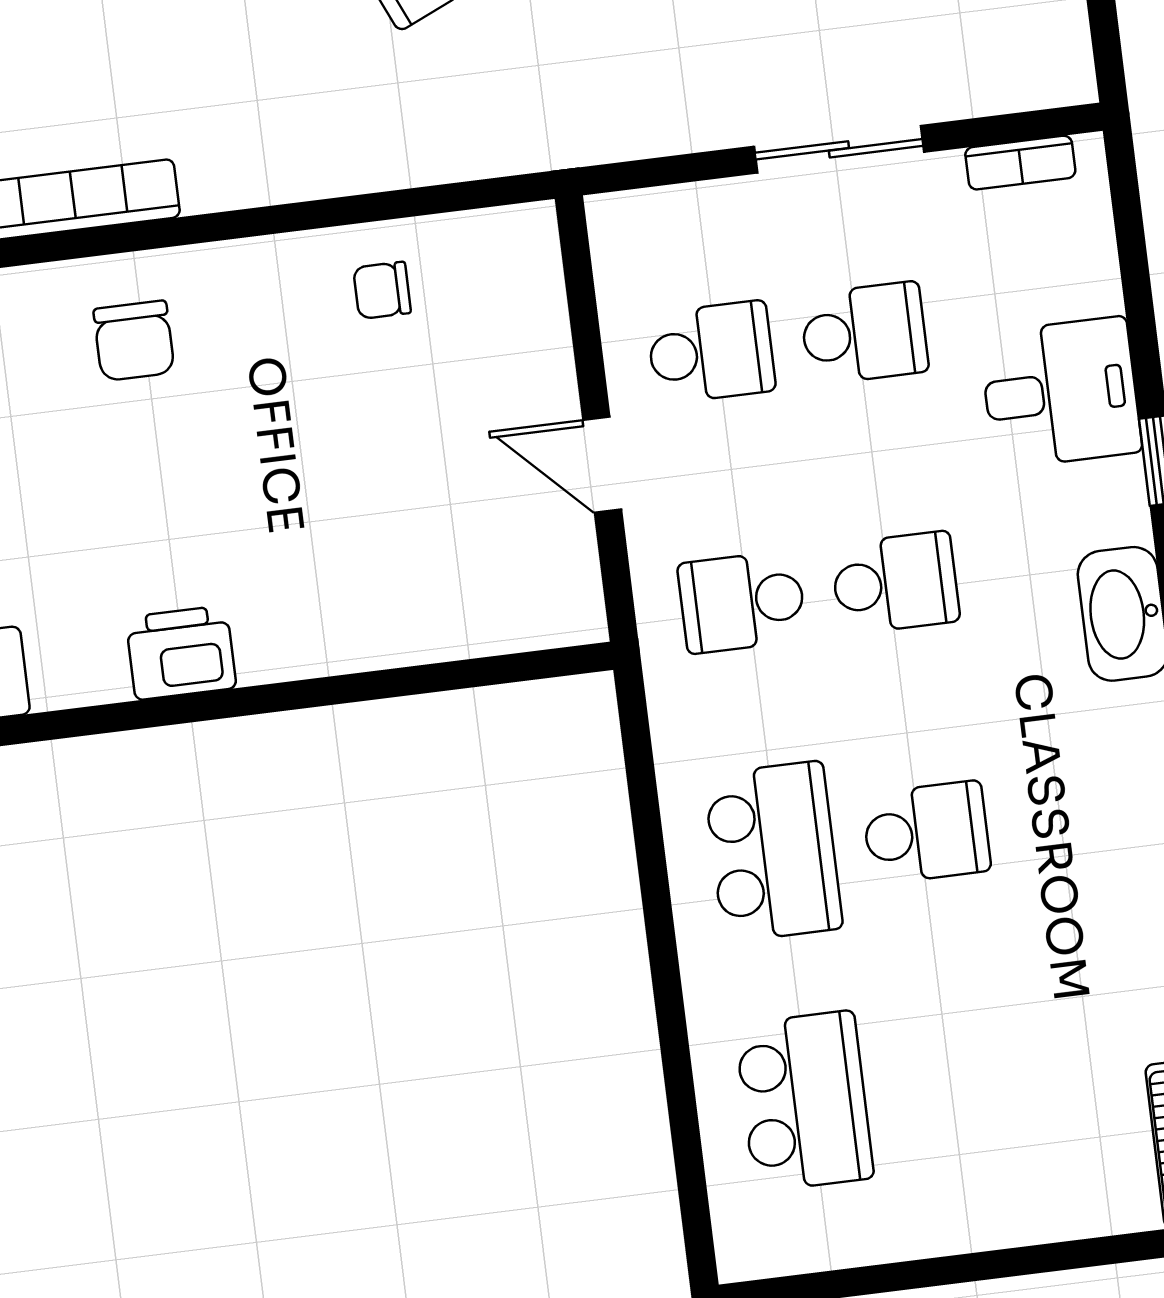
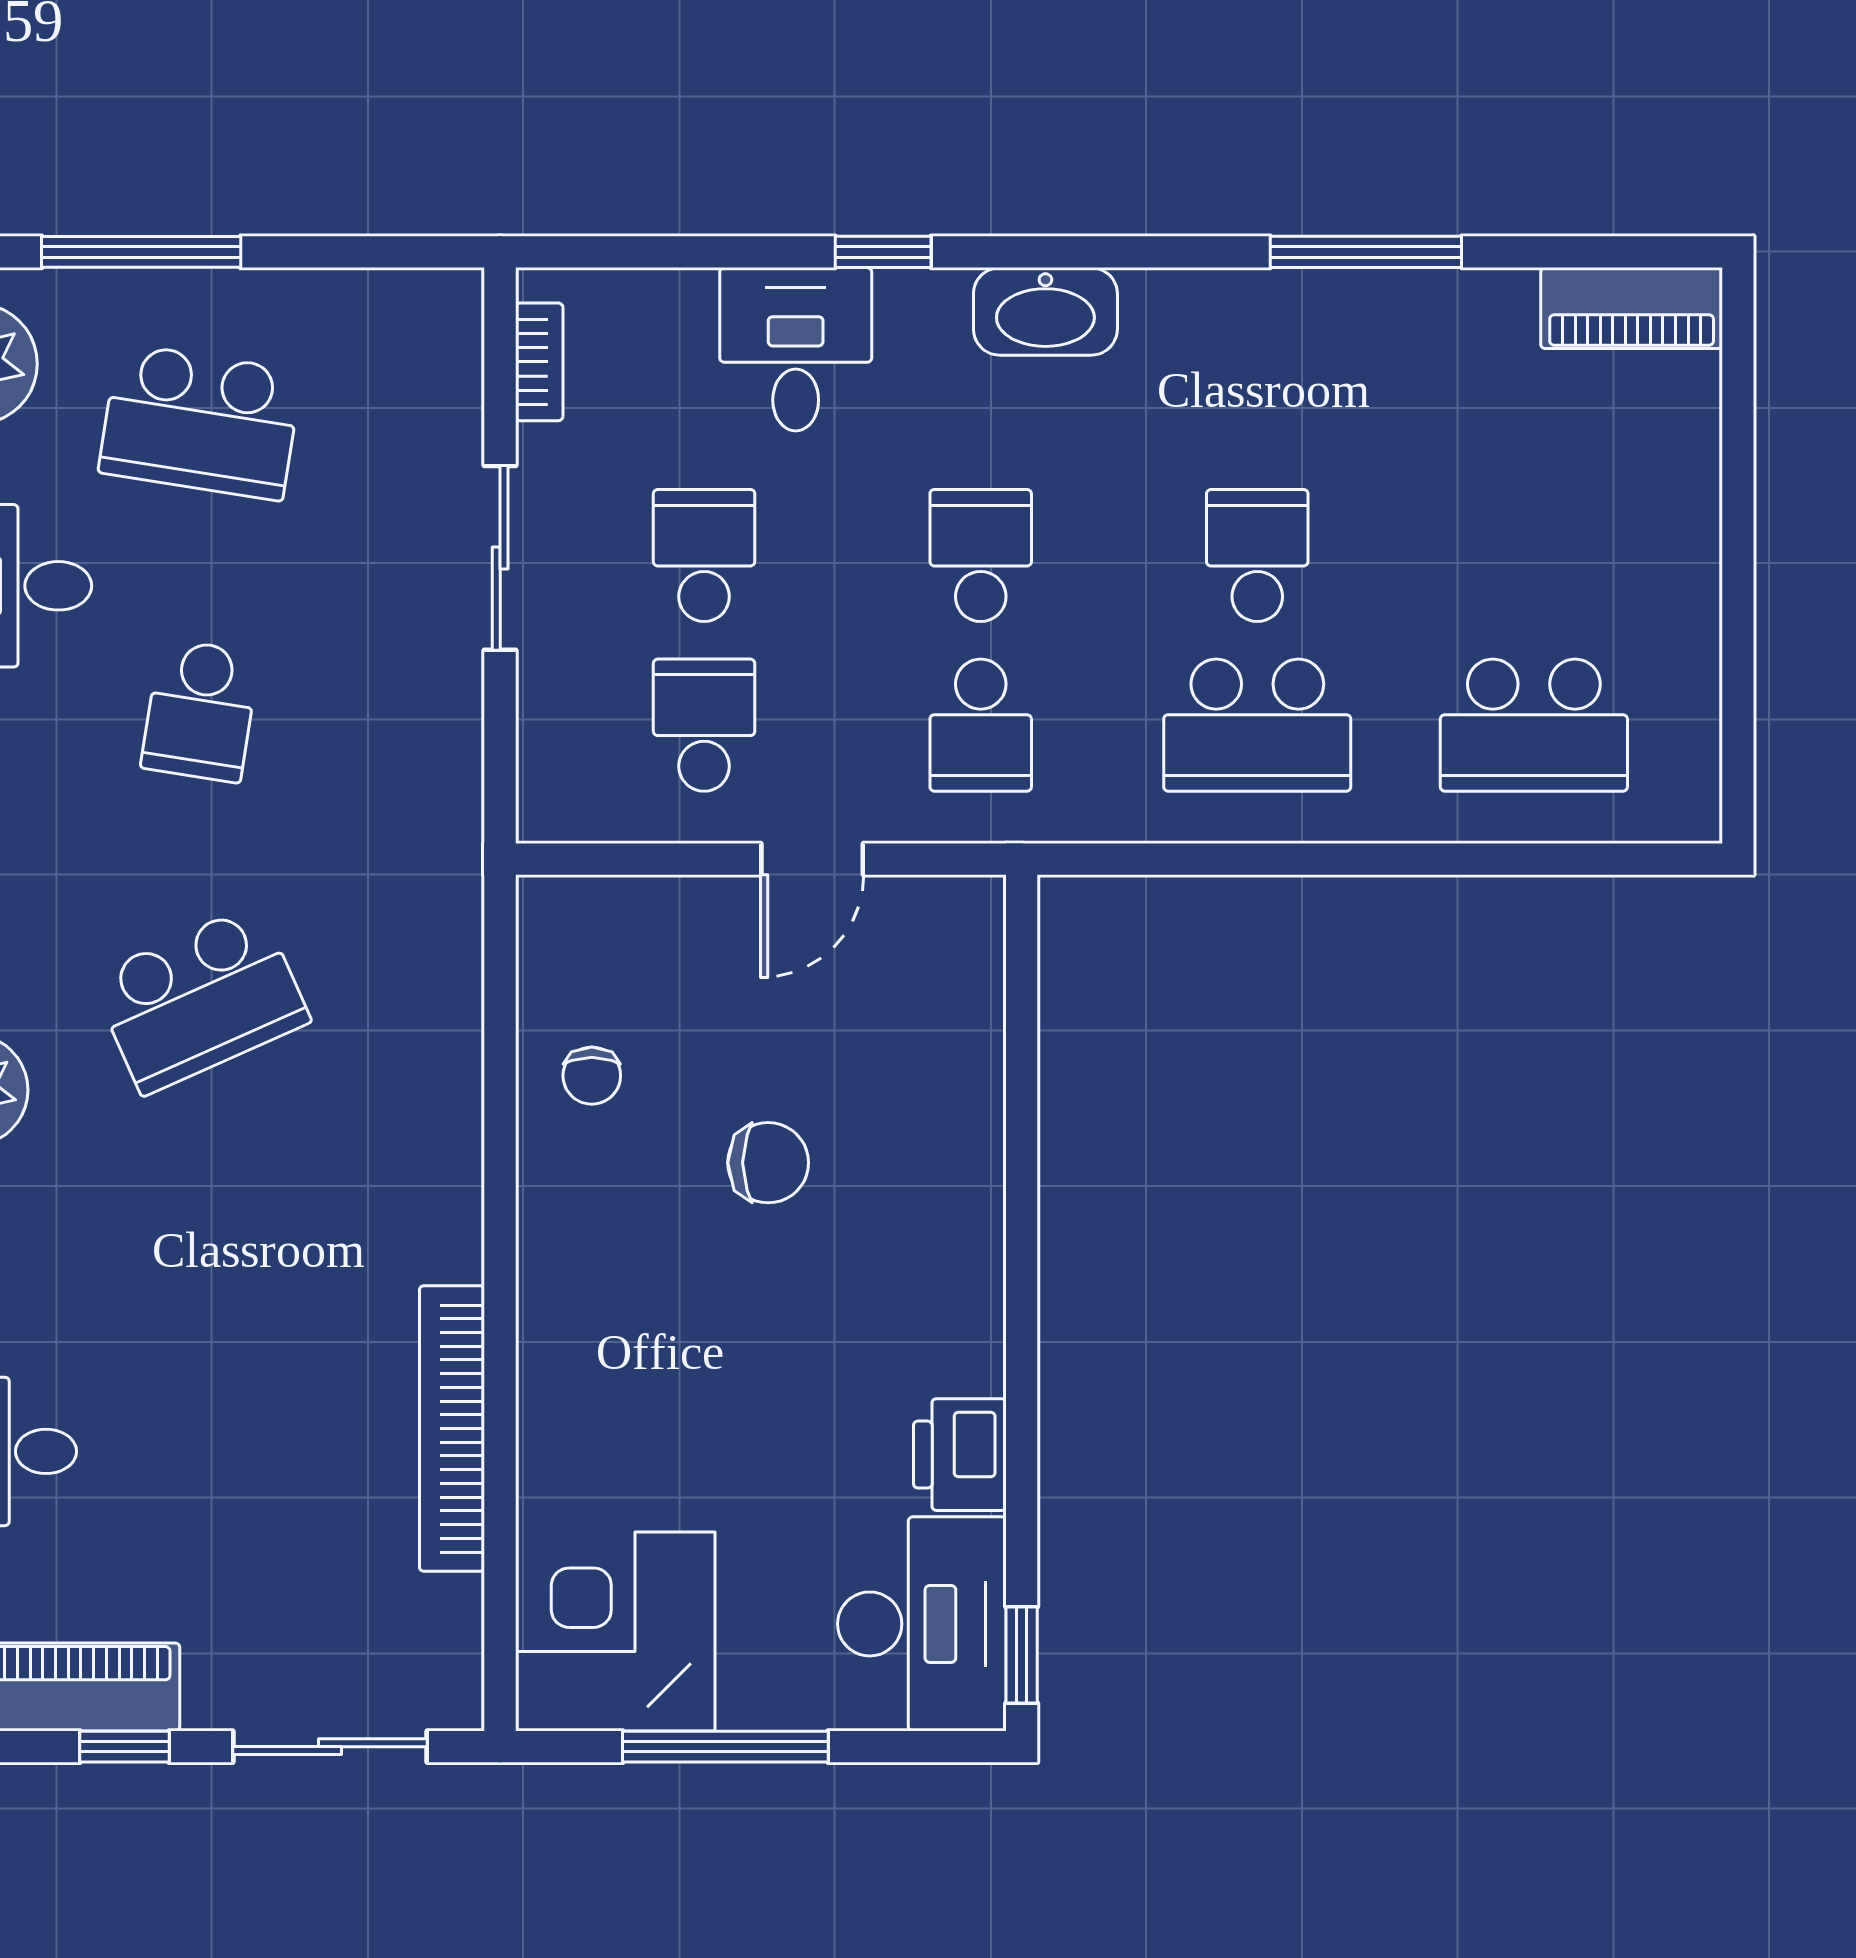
chair: (134, 341) -> (768, 1163), moved
printer: (181, 653) -> (960, 1455), moved
school desk: (773, 852) -> (1257, 725), turned 180
school desk: (804, 1101) -> (1534, 725), turned 180

